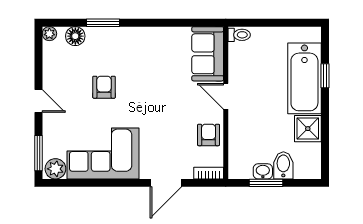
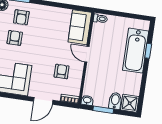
armchair: (110, 52) -> (21, 17), added
shower: (308, 129) -> (130, 103), moved
armchair: (209, 135) -> (62, 71), moved
washbasin: (263, 171) -> (87, 100), moved

